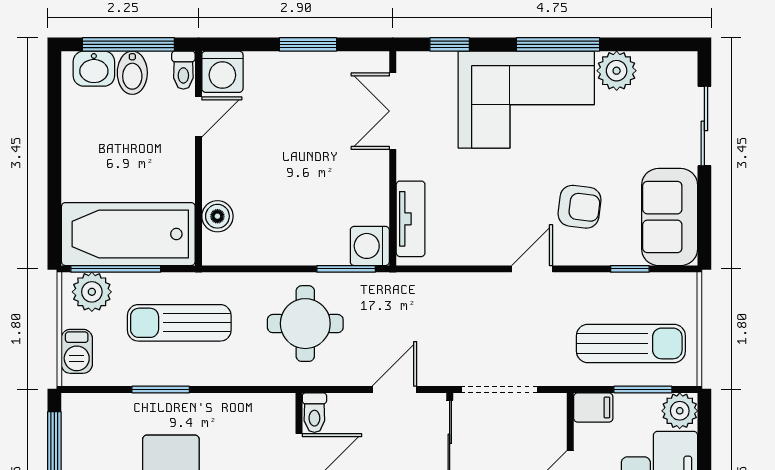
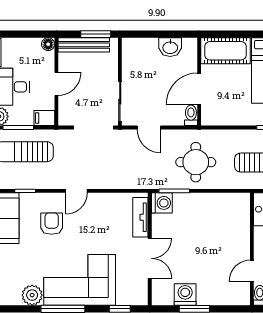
washing machine: (222, 72) -> (185, 295), moved
double door: (393, 111) -> (150, 258), moved
armchair: (579, 207) -> (52, 224), turned 83
boiler: (217, 216) -> (242, 219), removed
door: (394, 389) -> (149, 127), hinge flipped

